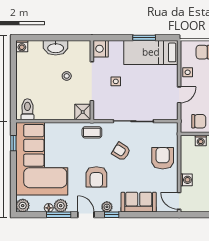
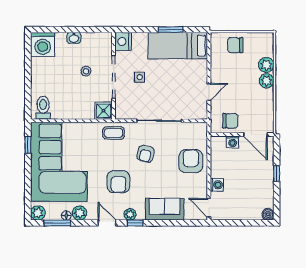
washing machine: (22, 46) -> (43, 44), width x1.89, depth x1.89
washbasin: (56, 48) -> (74, 38), width x0.52, depth x0.69
side table: (188, 72) -> (218, 67), removed
armchair: (121, 151) -> (146, 154), turned -108
window: (59, 215) -> (57, 223), moved

